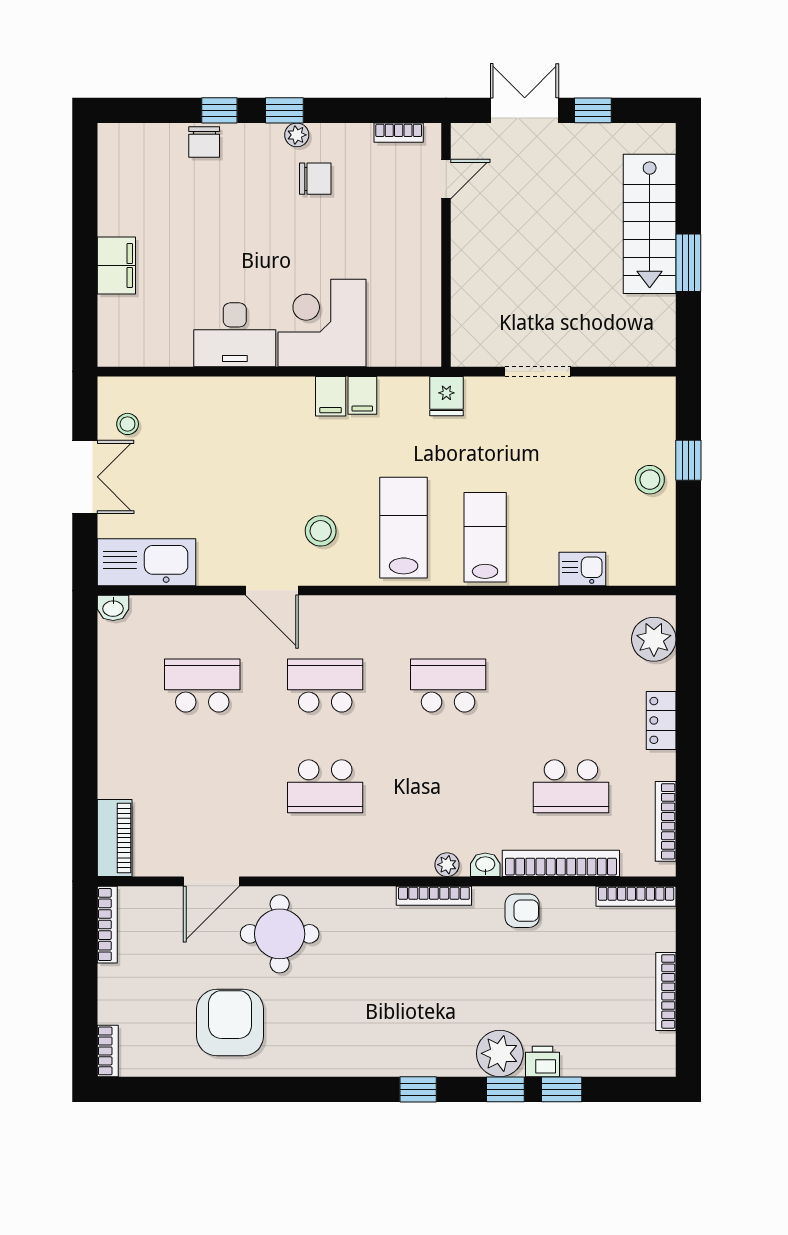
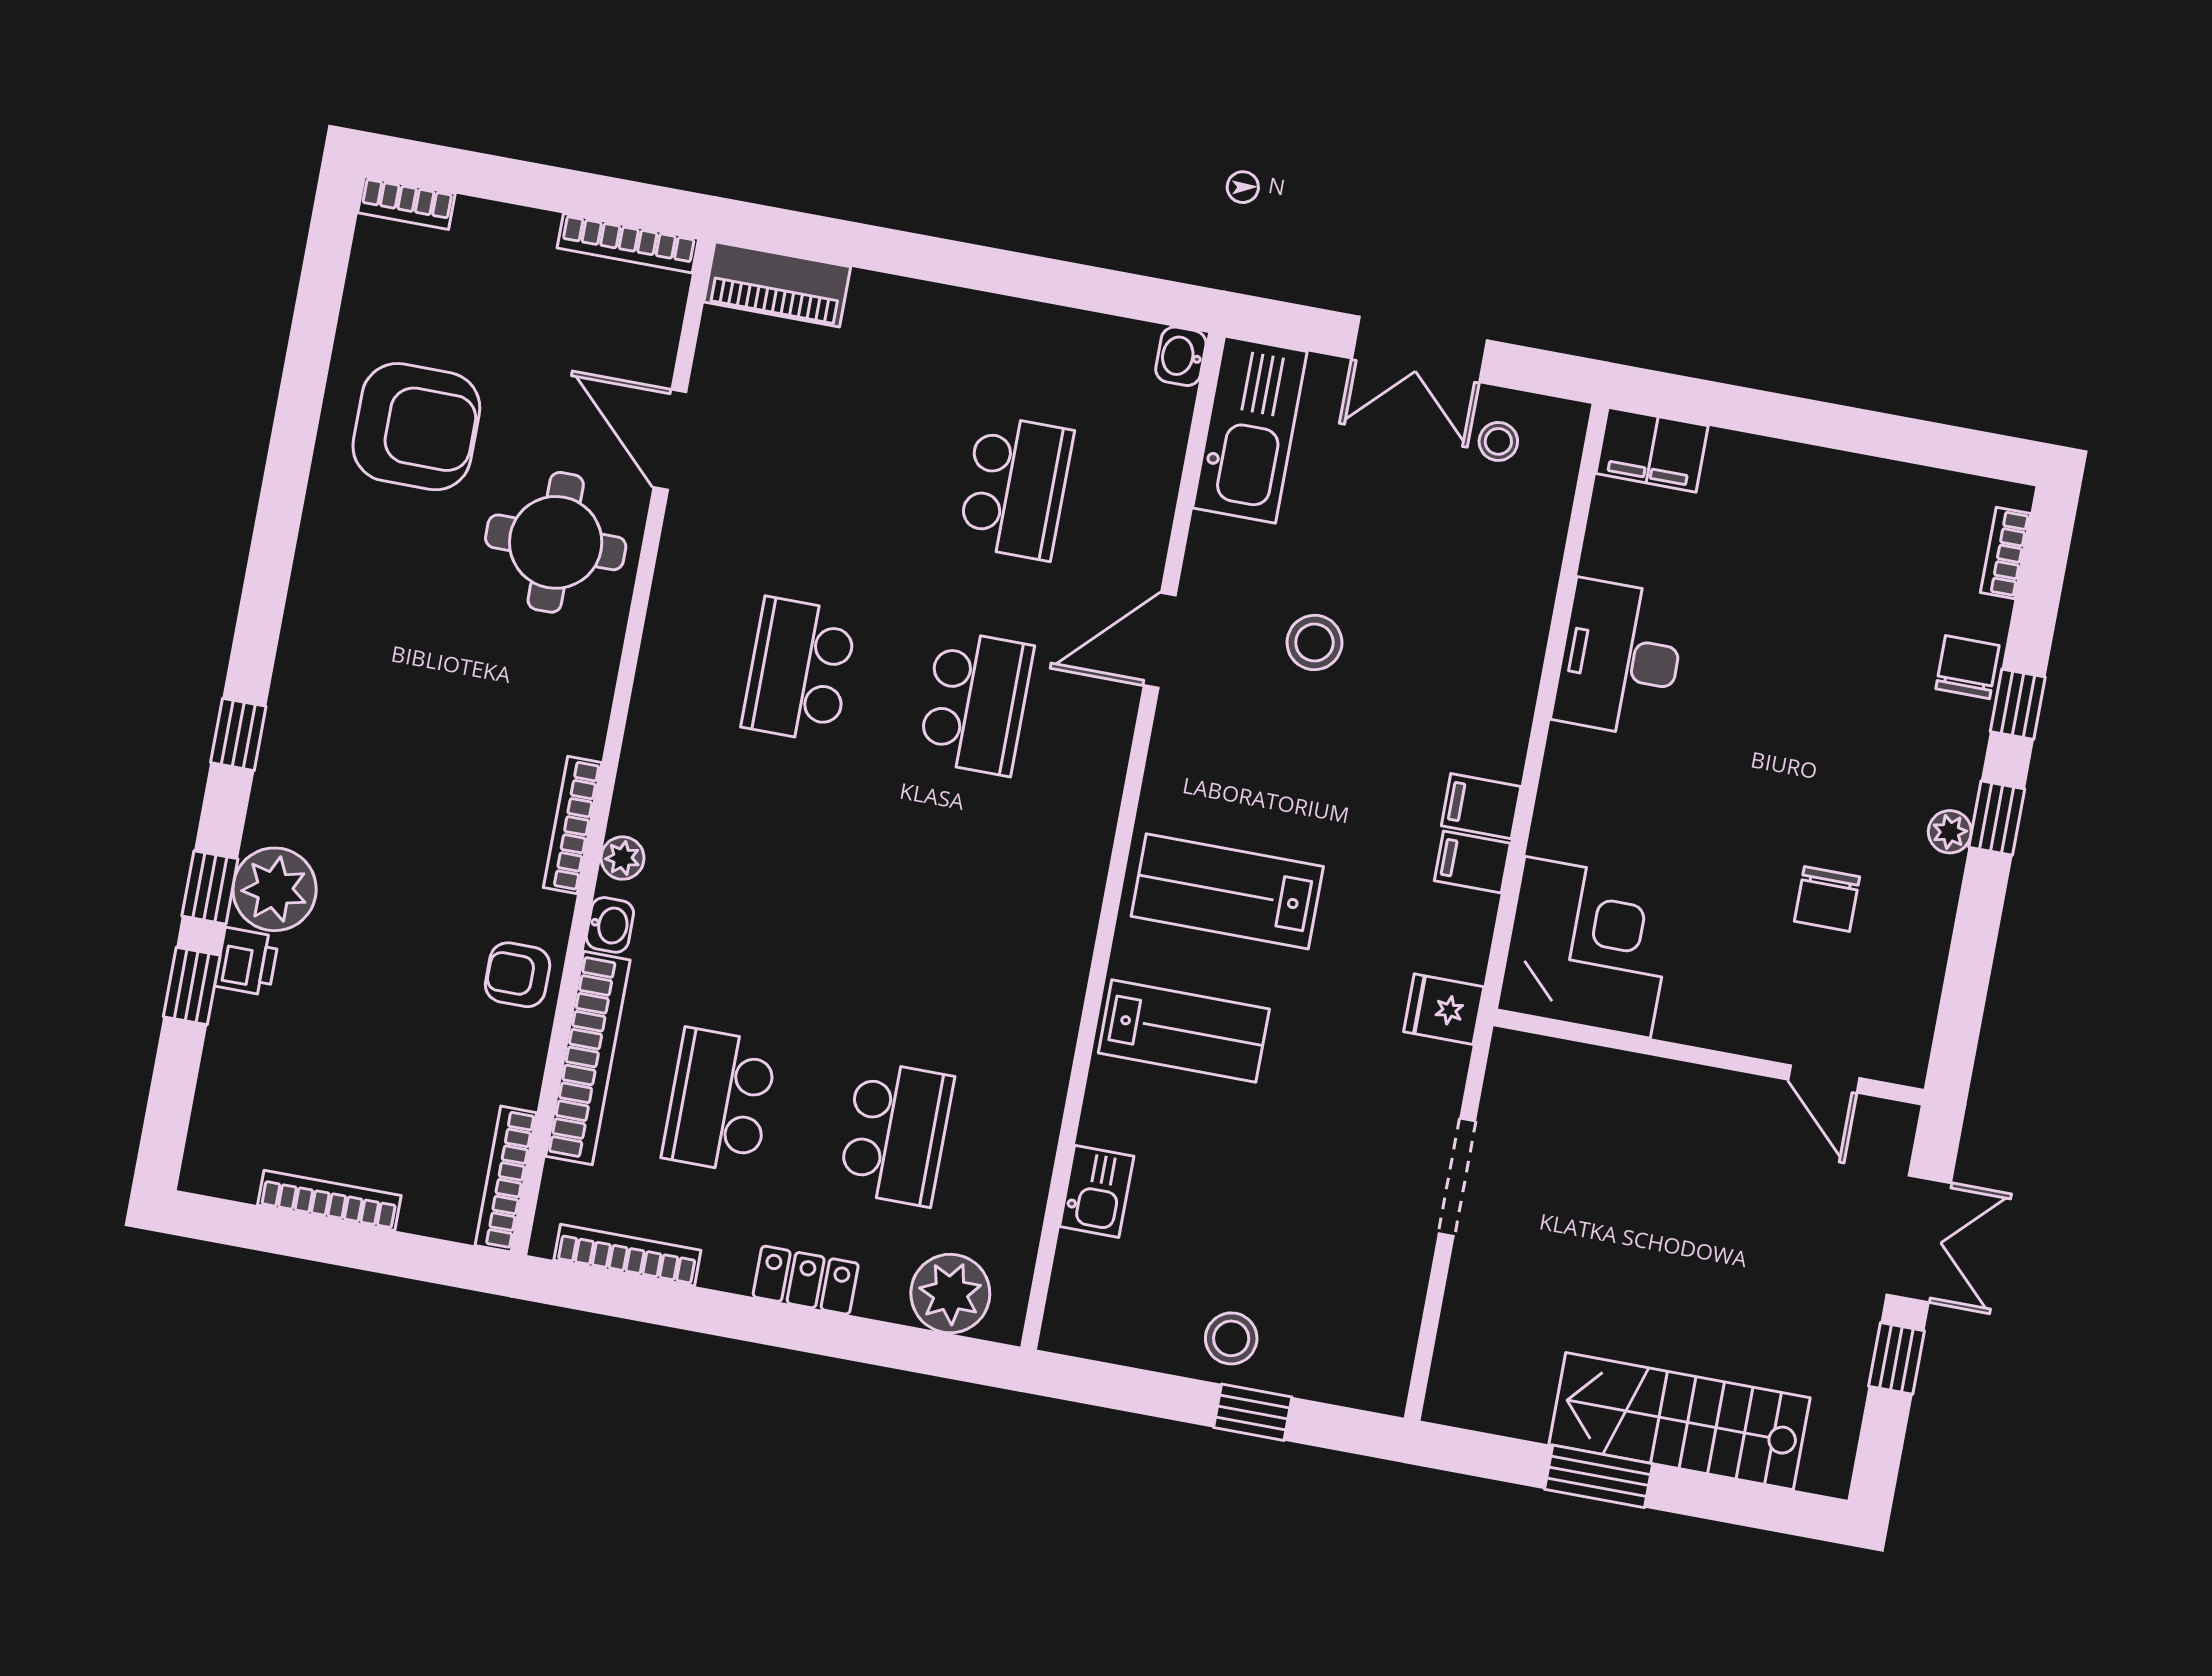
bookcase: (399, 133) -> (2005, 553), moved
chair: (204, 142) -> (1967, 667), turned 90
chair: (315, 179) -> (1827, 899), moved
filing cabinet: (116, 266) -> (1652, 450), moved
corner desk: (322, 323) -> (1588, 947), moved
lab bench: (404, 528) -> (1227, 891), turned 180
stool: (321, 531) -> (1314, 643), moved
school desk: (448, 686) -> (896, 1133), moved
armchair: (522, 911) -> (518, 975), turned 90

